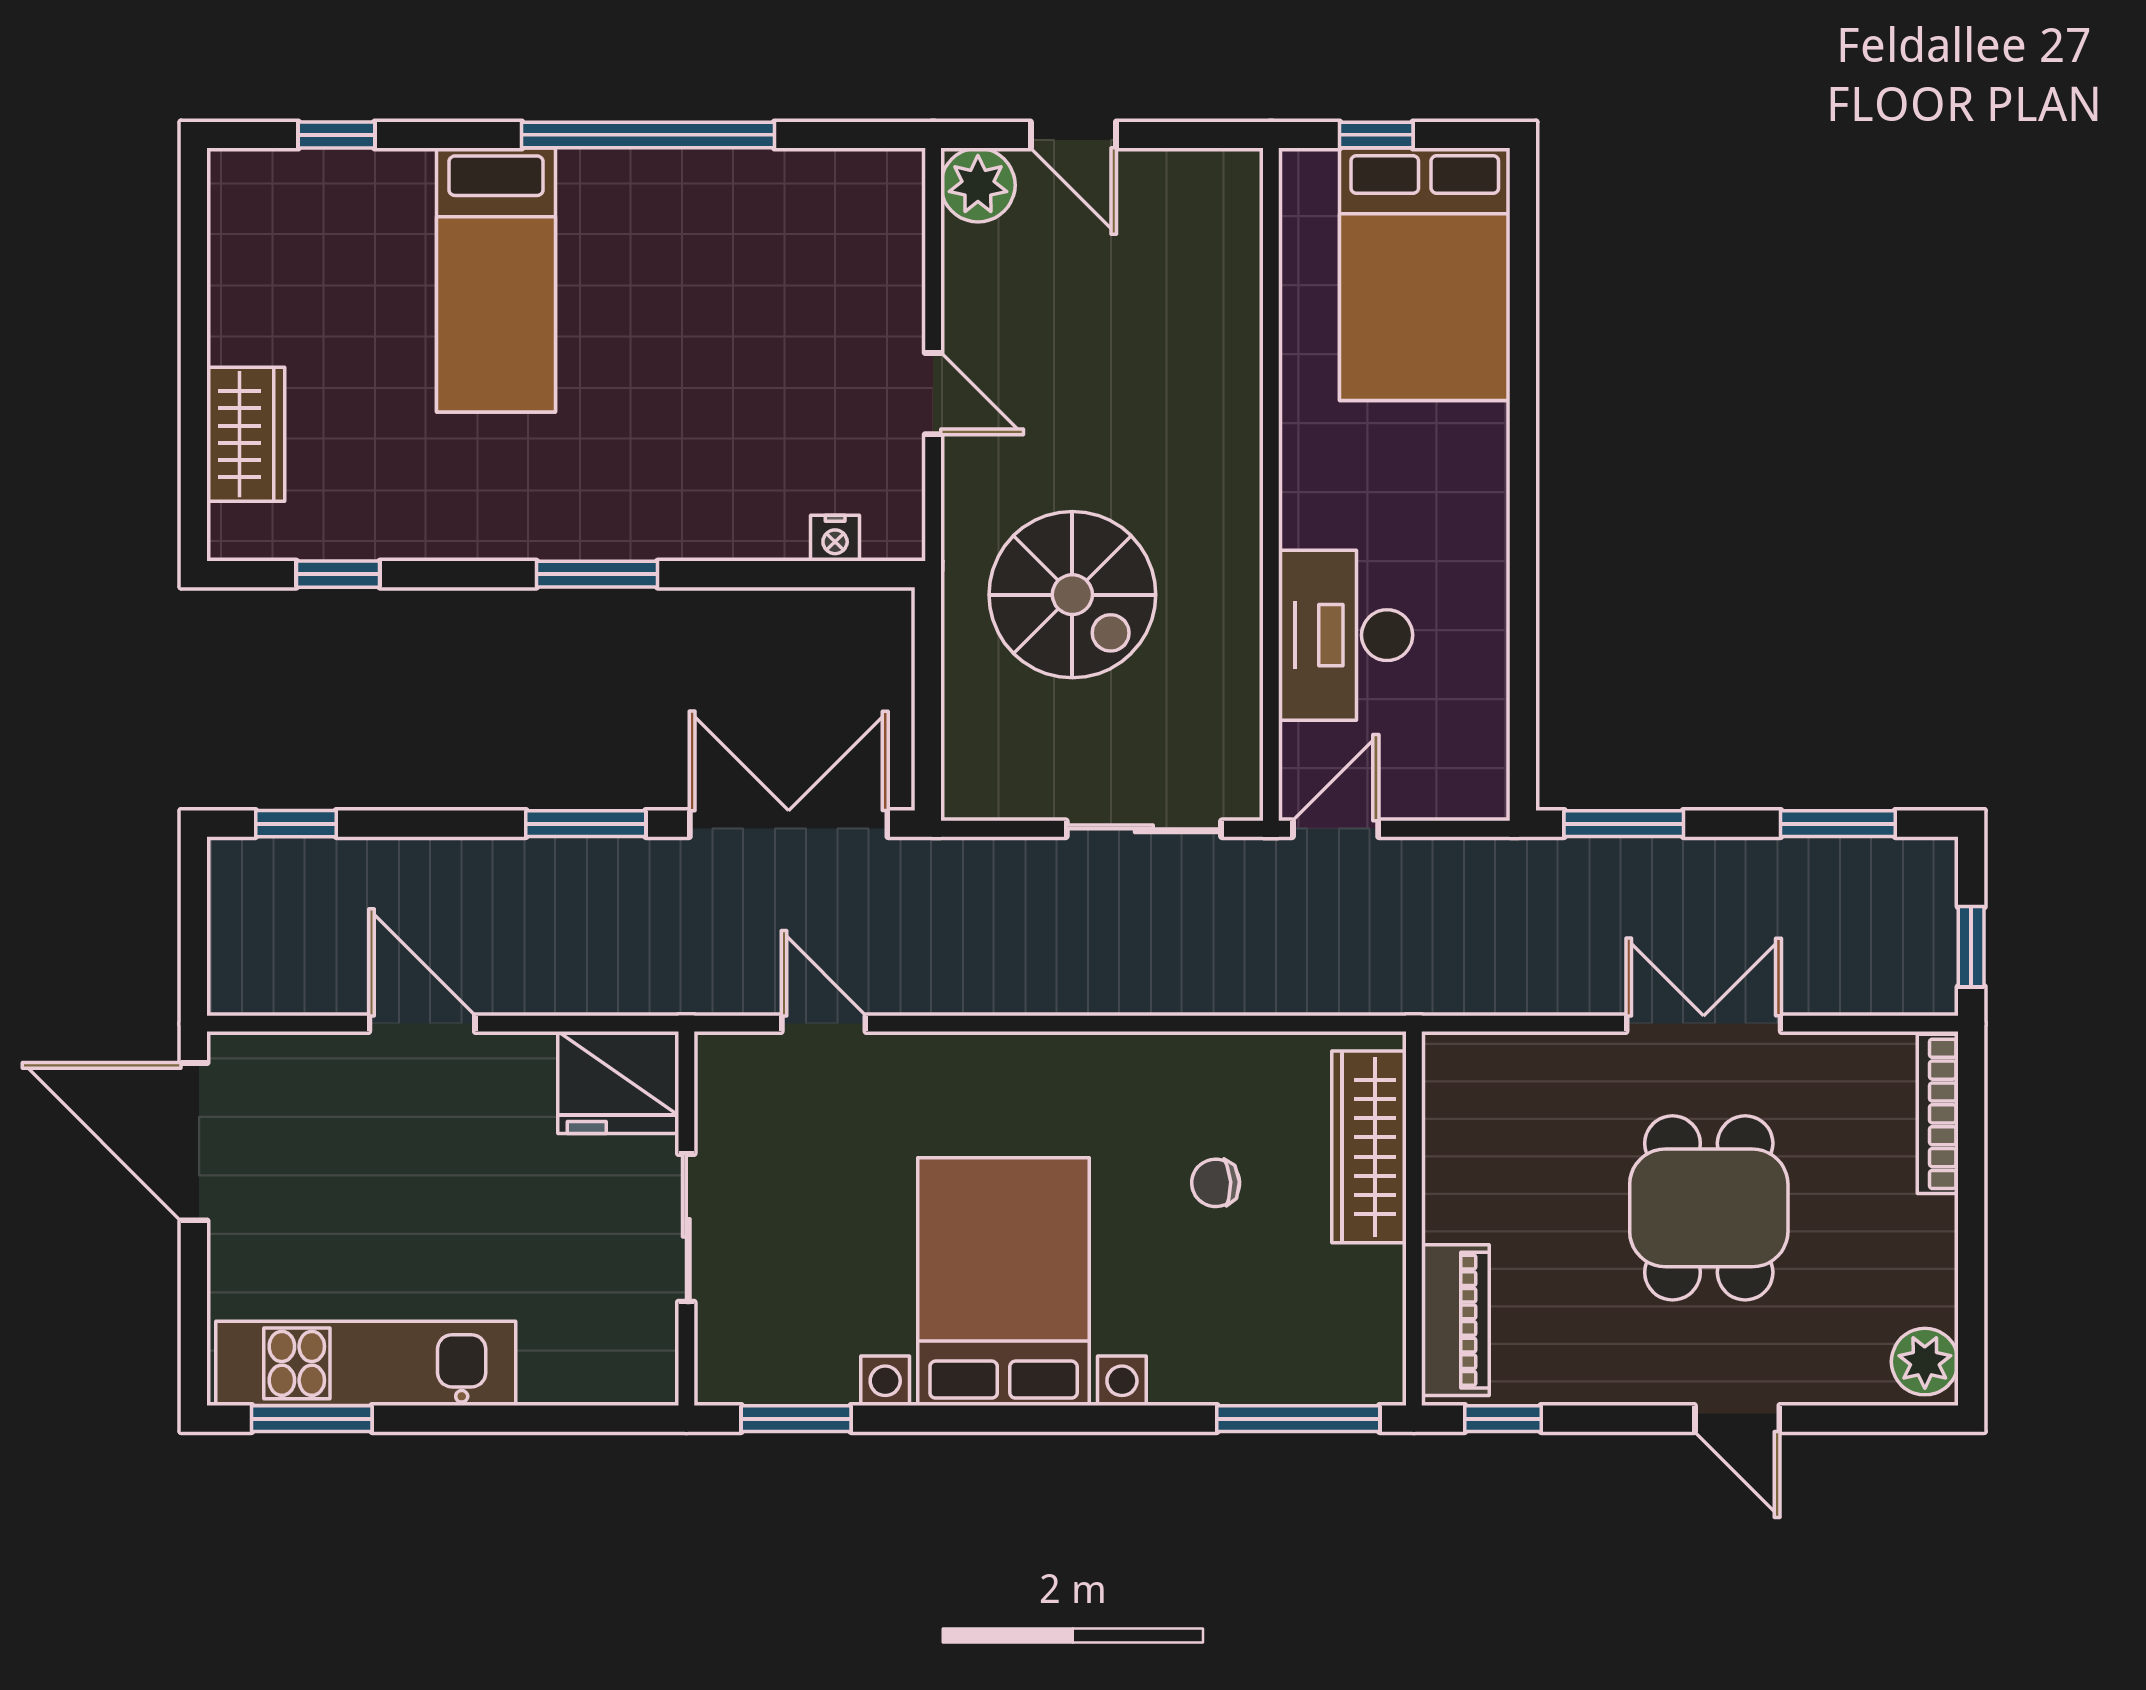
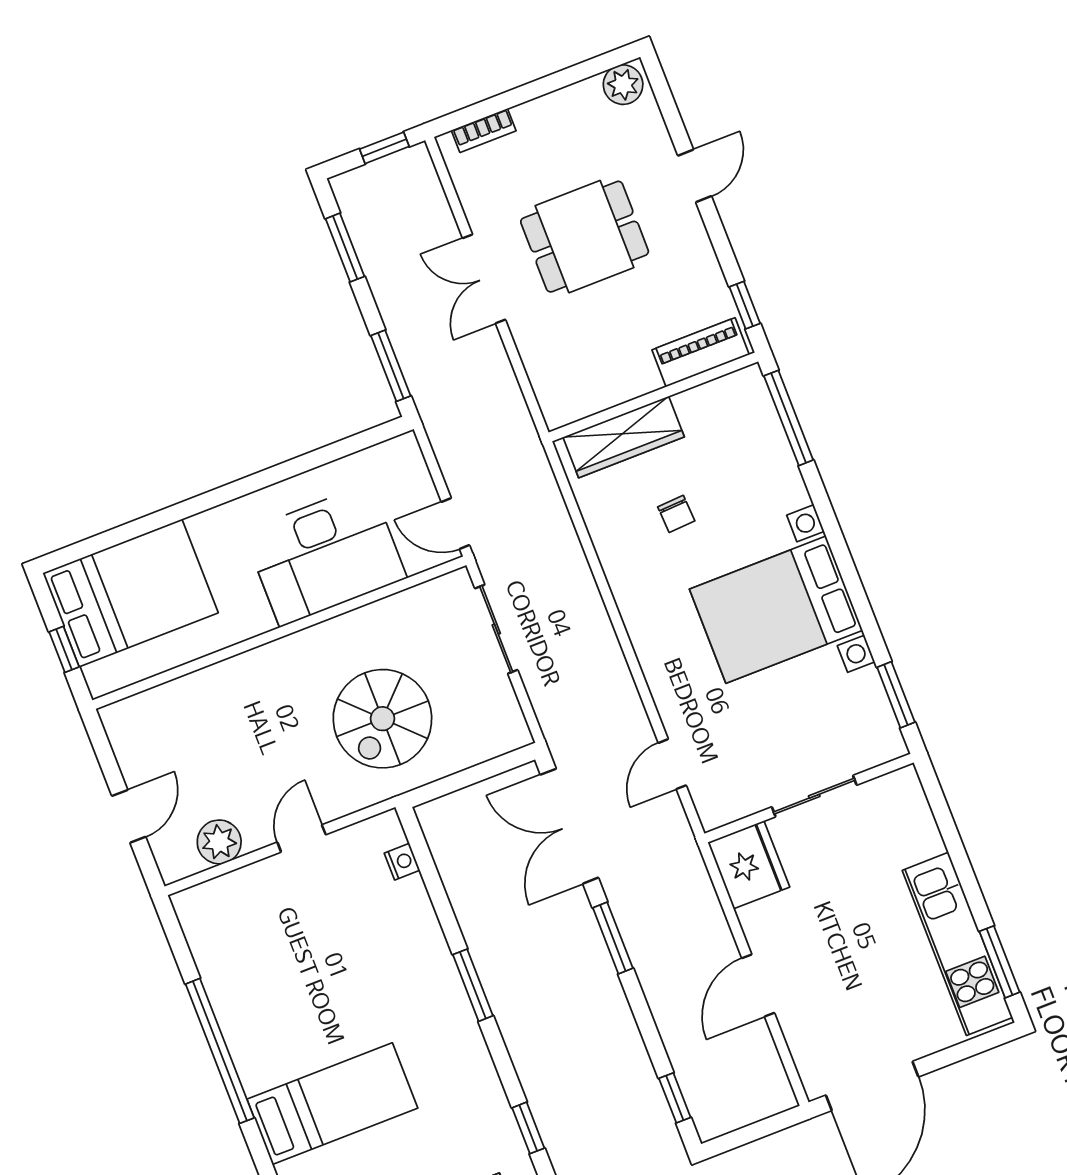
plant: (978, 185) -> (219, 842), moved
spiral stairs: (1072, 595) -> (382, 719), turned 180
desk: (1346, 635) -> (325, 555), width x1.36, depth x1.30
bookcase: (1938, 1114) -> (484, 130), width x0.64

